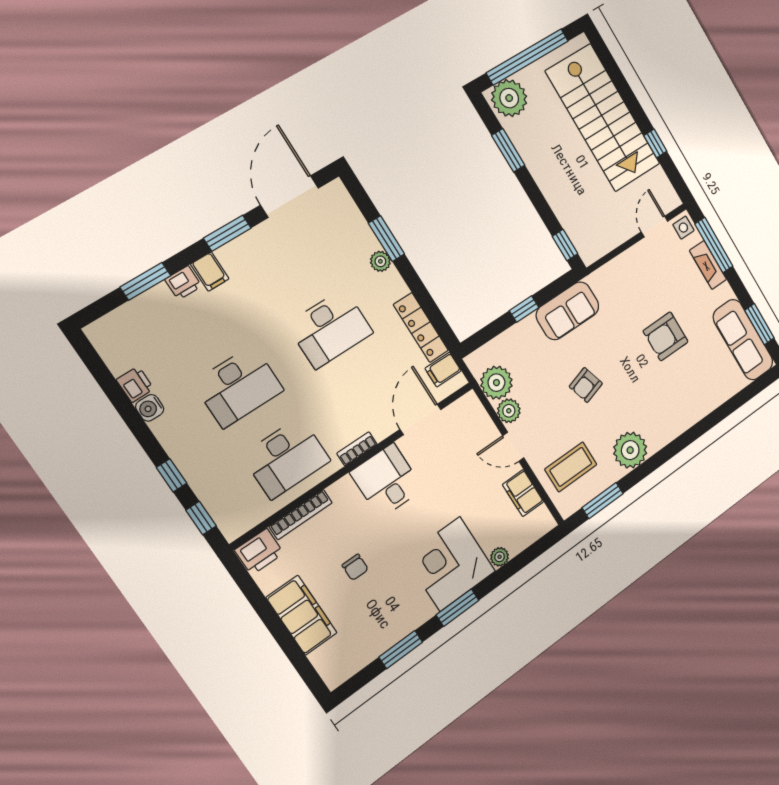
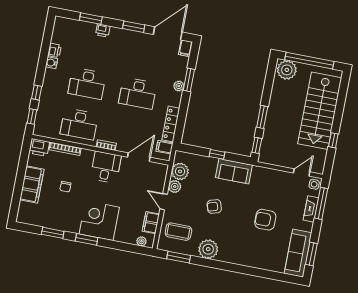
window: (508, 150) -> (262, 117), moved
filing cabinet: (210, 272) -> (185, 48), moved
plant: (500, 557) -> (141, 241), moved

